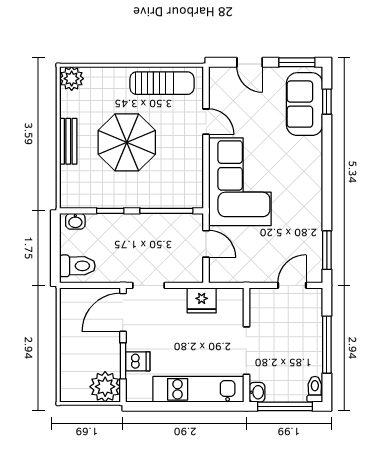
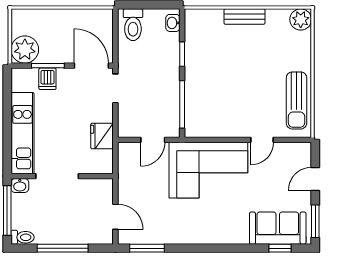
parasol: (127, 142) -> (244, 69), removed

